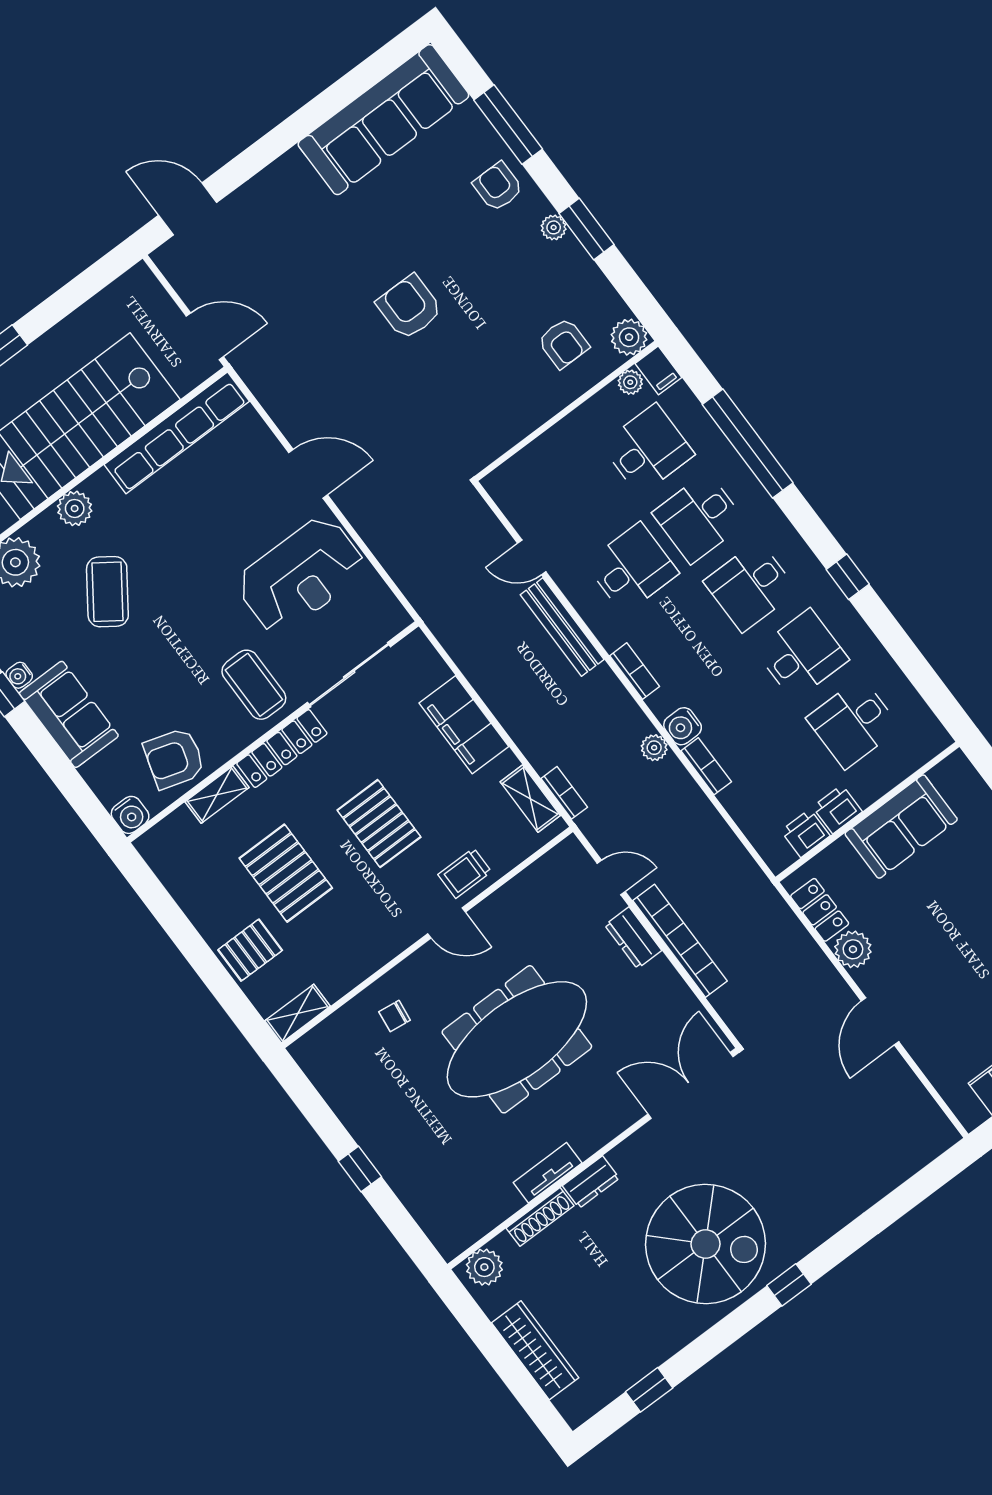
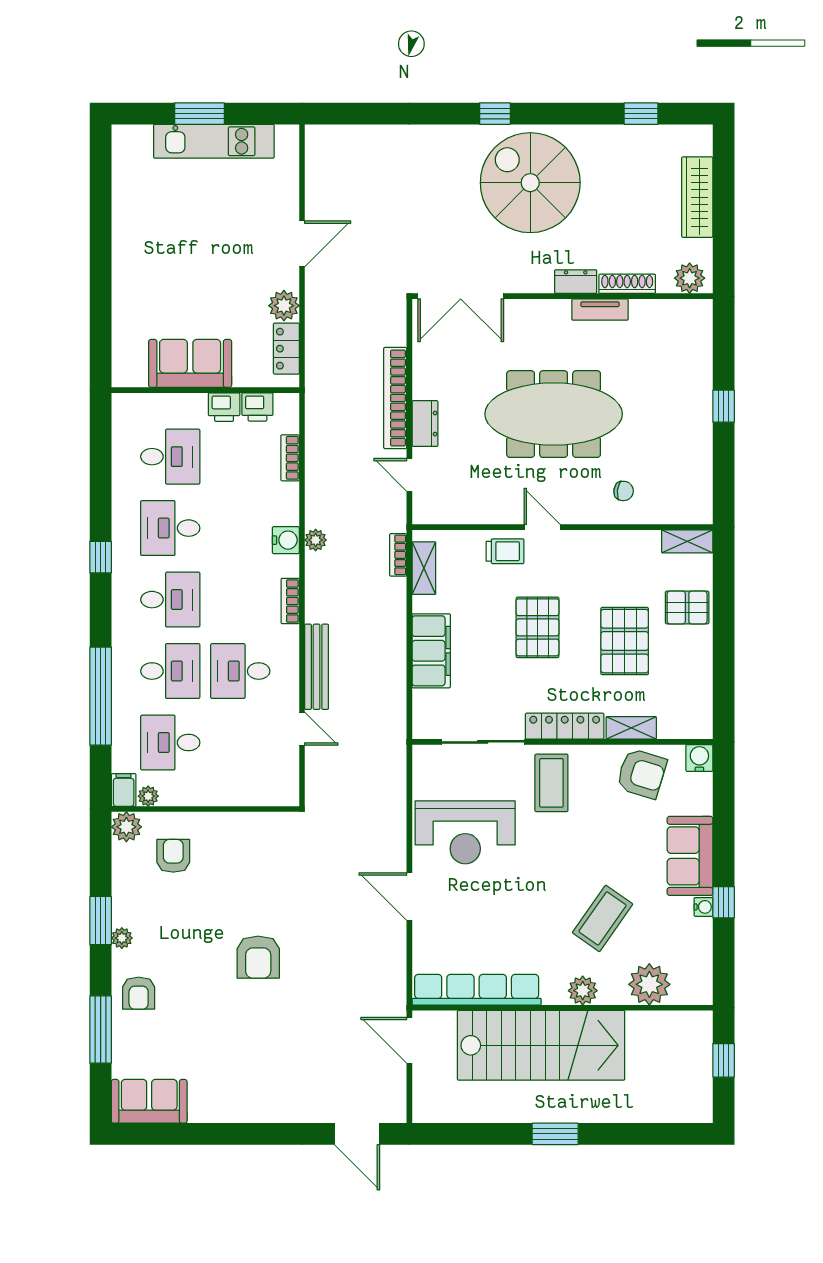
sofa: (383, 120) -> (149, 1101), width x0.54, depth x0.79
reception desk: (301, 575) -> (465, 832), turned 180
bookcase: (706, 766) -> (290, 458), moved

